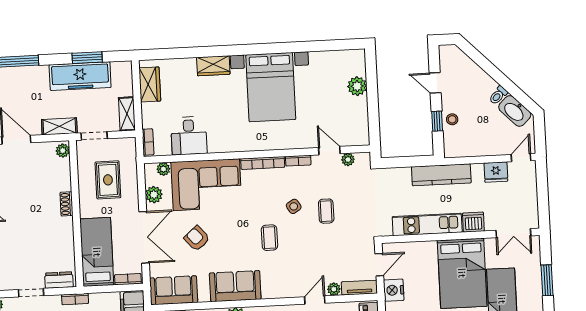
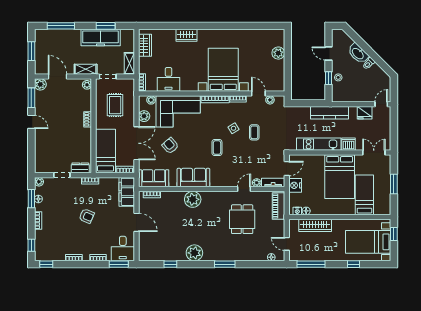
bed with nightstands: (271, 87) -> (223, 70), moved, turned 180
washbasin: (515, 111) -> (358, 53), moved
double door: (513, 233) -> (374, 153), swing flipped

